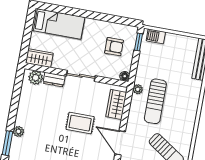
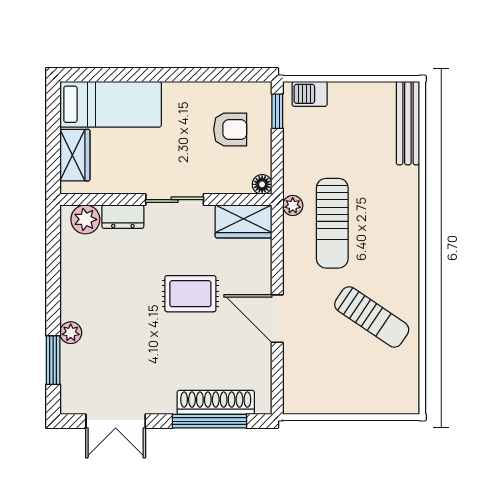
wardrobe: (39, 58) -> (75, 155), moved, turned 90
wardrobe: (116, 105) -> (244, 221), moved, turned -90

